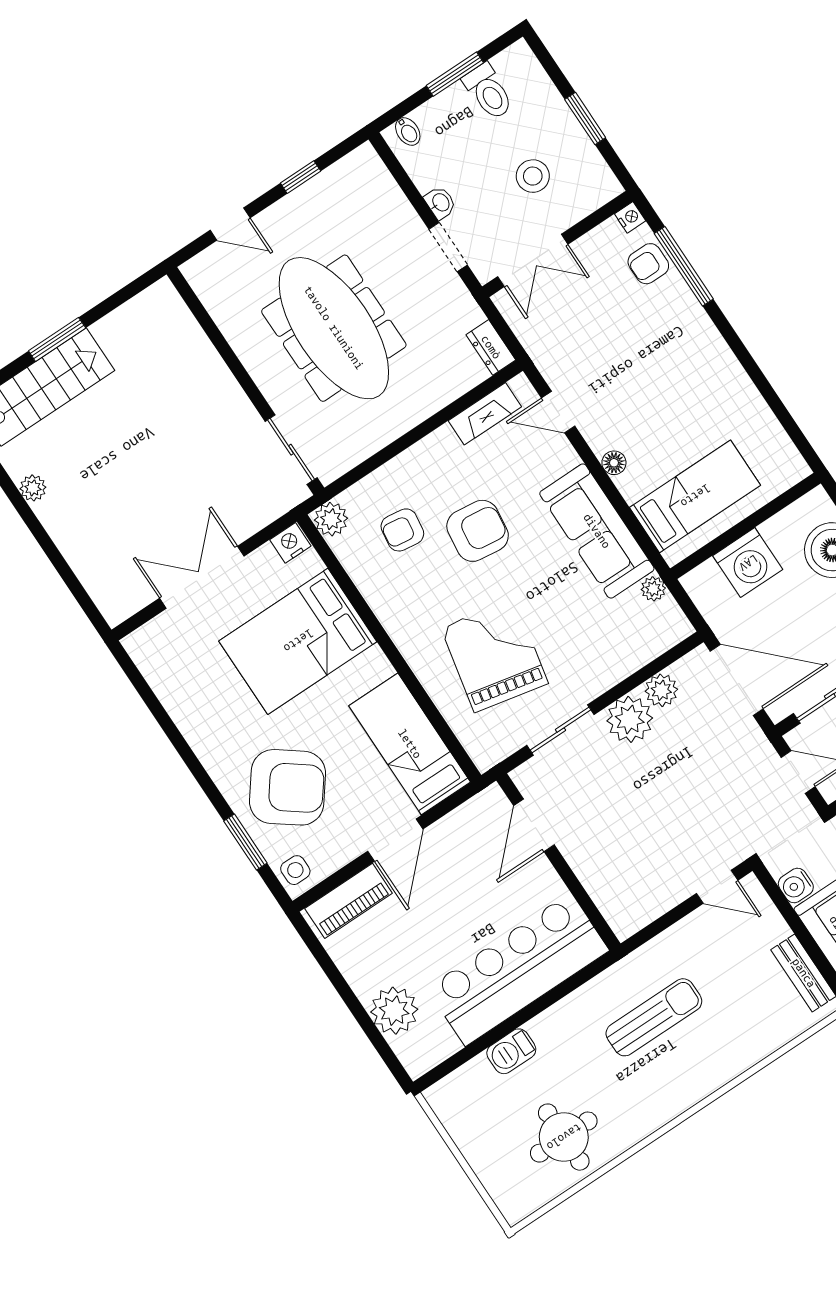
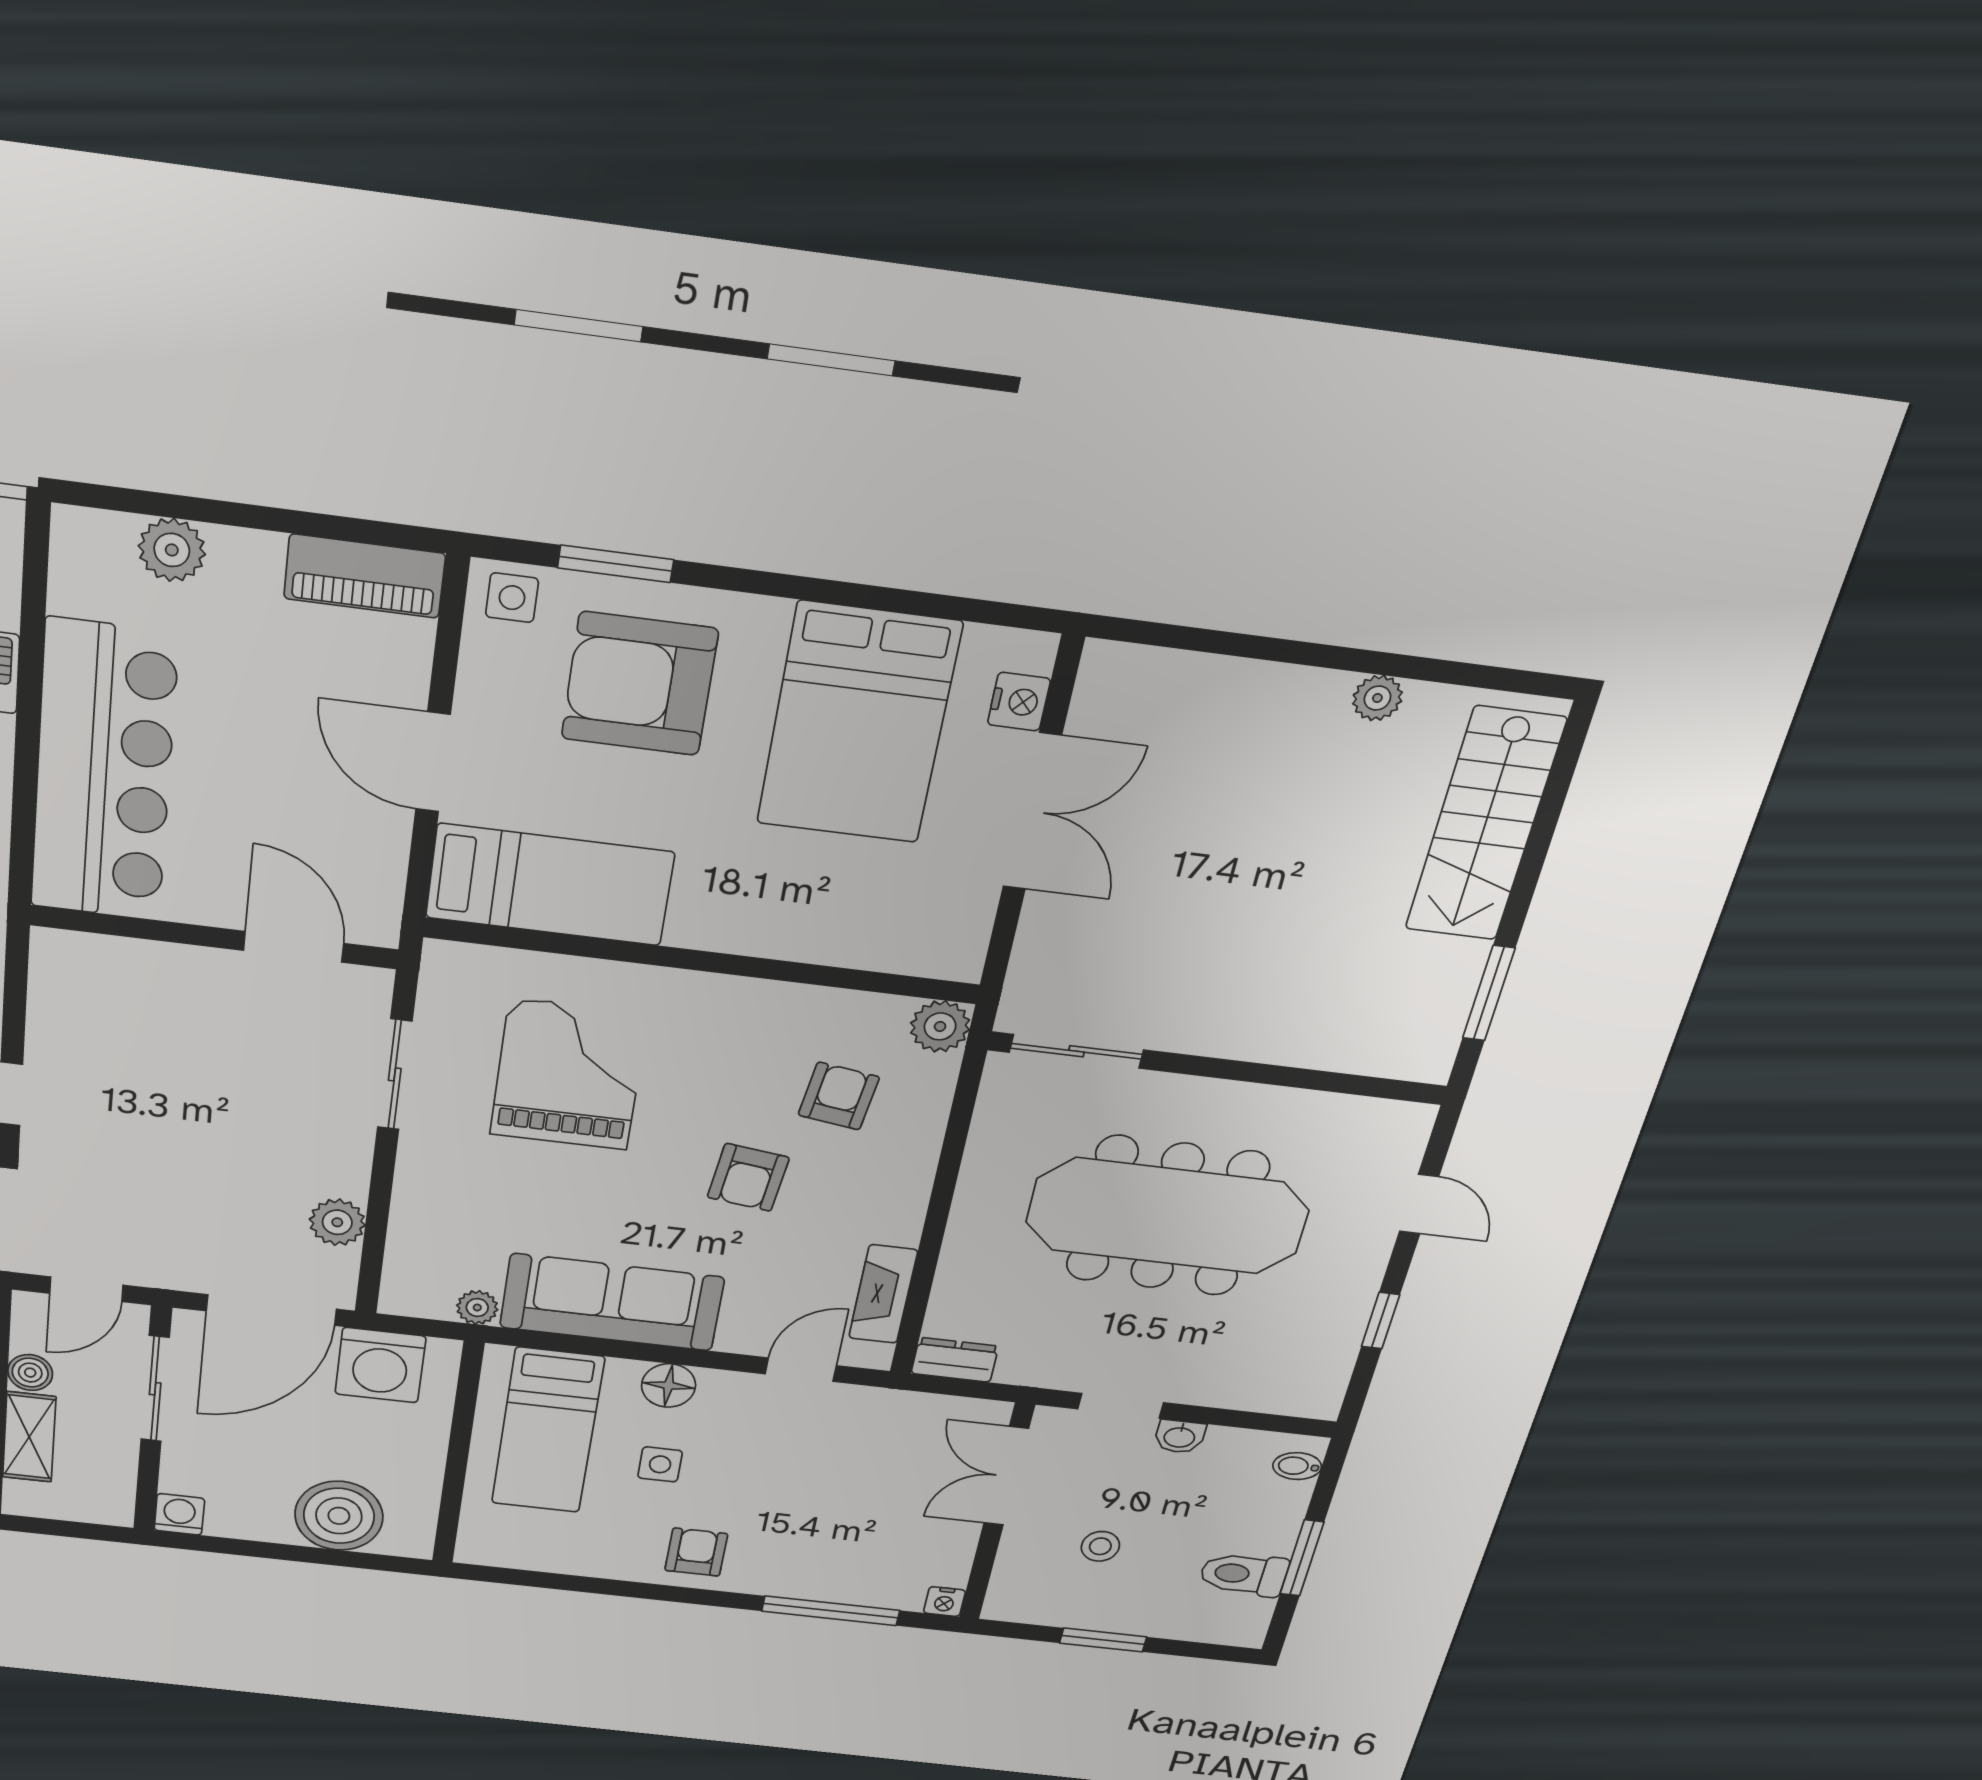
stool: (533, 176) -> (1100, 1546), width x0.73, depth x0.73
door: (230, 224) -> (1419, 1204), swing flipped
armchair: (648, 264) -> (696, 1552), moved
window: (57, 339) -> (1489, 993), moved
side table: (669, 427) -> (660, 1464), added
floor lamp: (614, 463) -> (669, 1385), width x1.37, depth x1.37
armchair: (478, 531) -> (748, 1177), width x0.72, depth x0.72
nightstand: (290, 543) -> (1019, 702), moved
washing machine: (748, 563) -> (380, 1365), moved, turned -90
bed: (298, 641) -> (858, 723), moved, turned 180
grand piano: (494, 656) -> (569, 1074), turned -102
plant: (630, 719) -> (333, 1161), removed
armchair: (287, 787) -> (640, 684), turned 53
piano: (349, 901) -> (365, 576), moved, turned -90
plant: (394, 1011) -> (172, 550), width x0.73, depth x0.73

